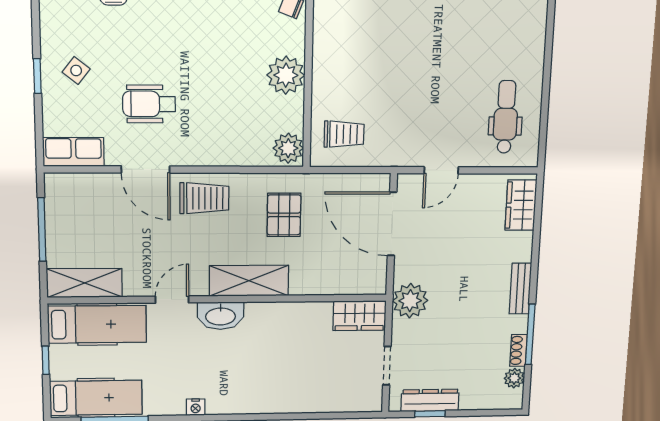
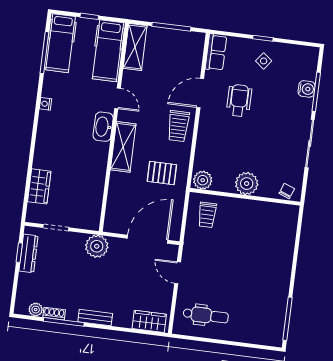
wardrobe: (360, 316) -> (39, 186), moved, turned 180

